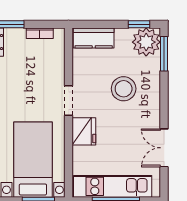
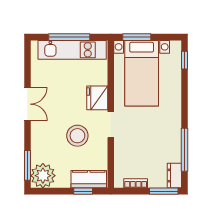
window: (139, 24) -> (83, 191), moved
stool: (124, 89) -> (77, 136), moved
double door: (164, 148) -> (27, 104), moved

